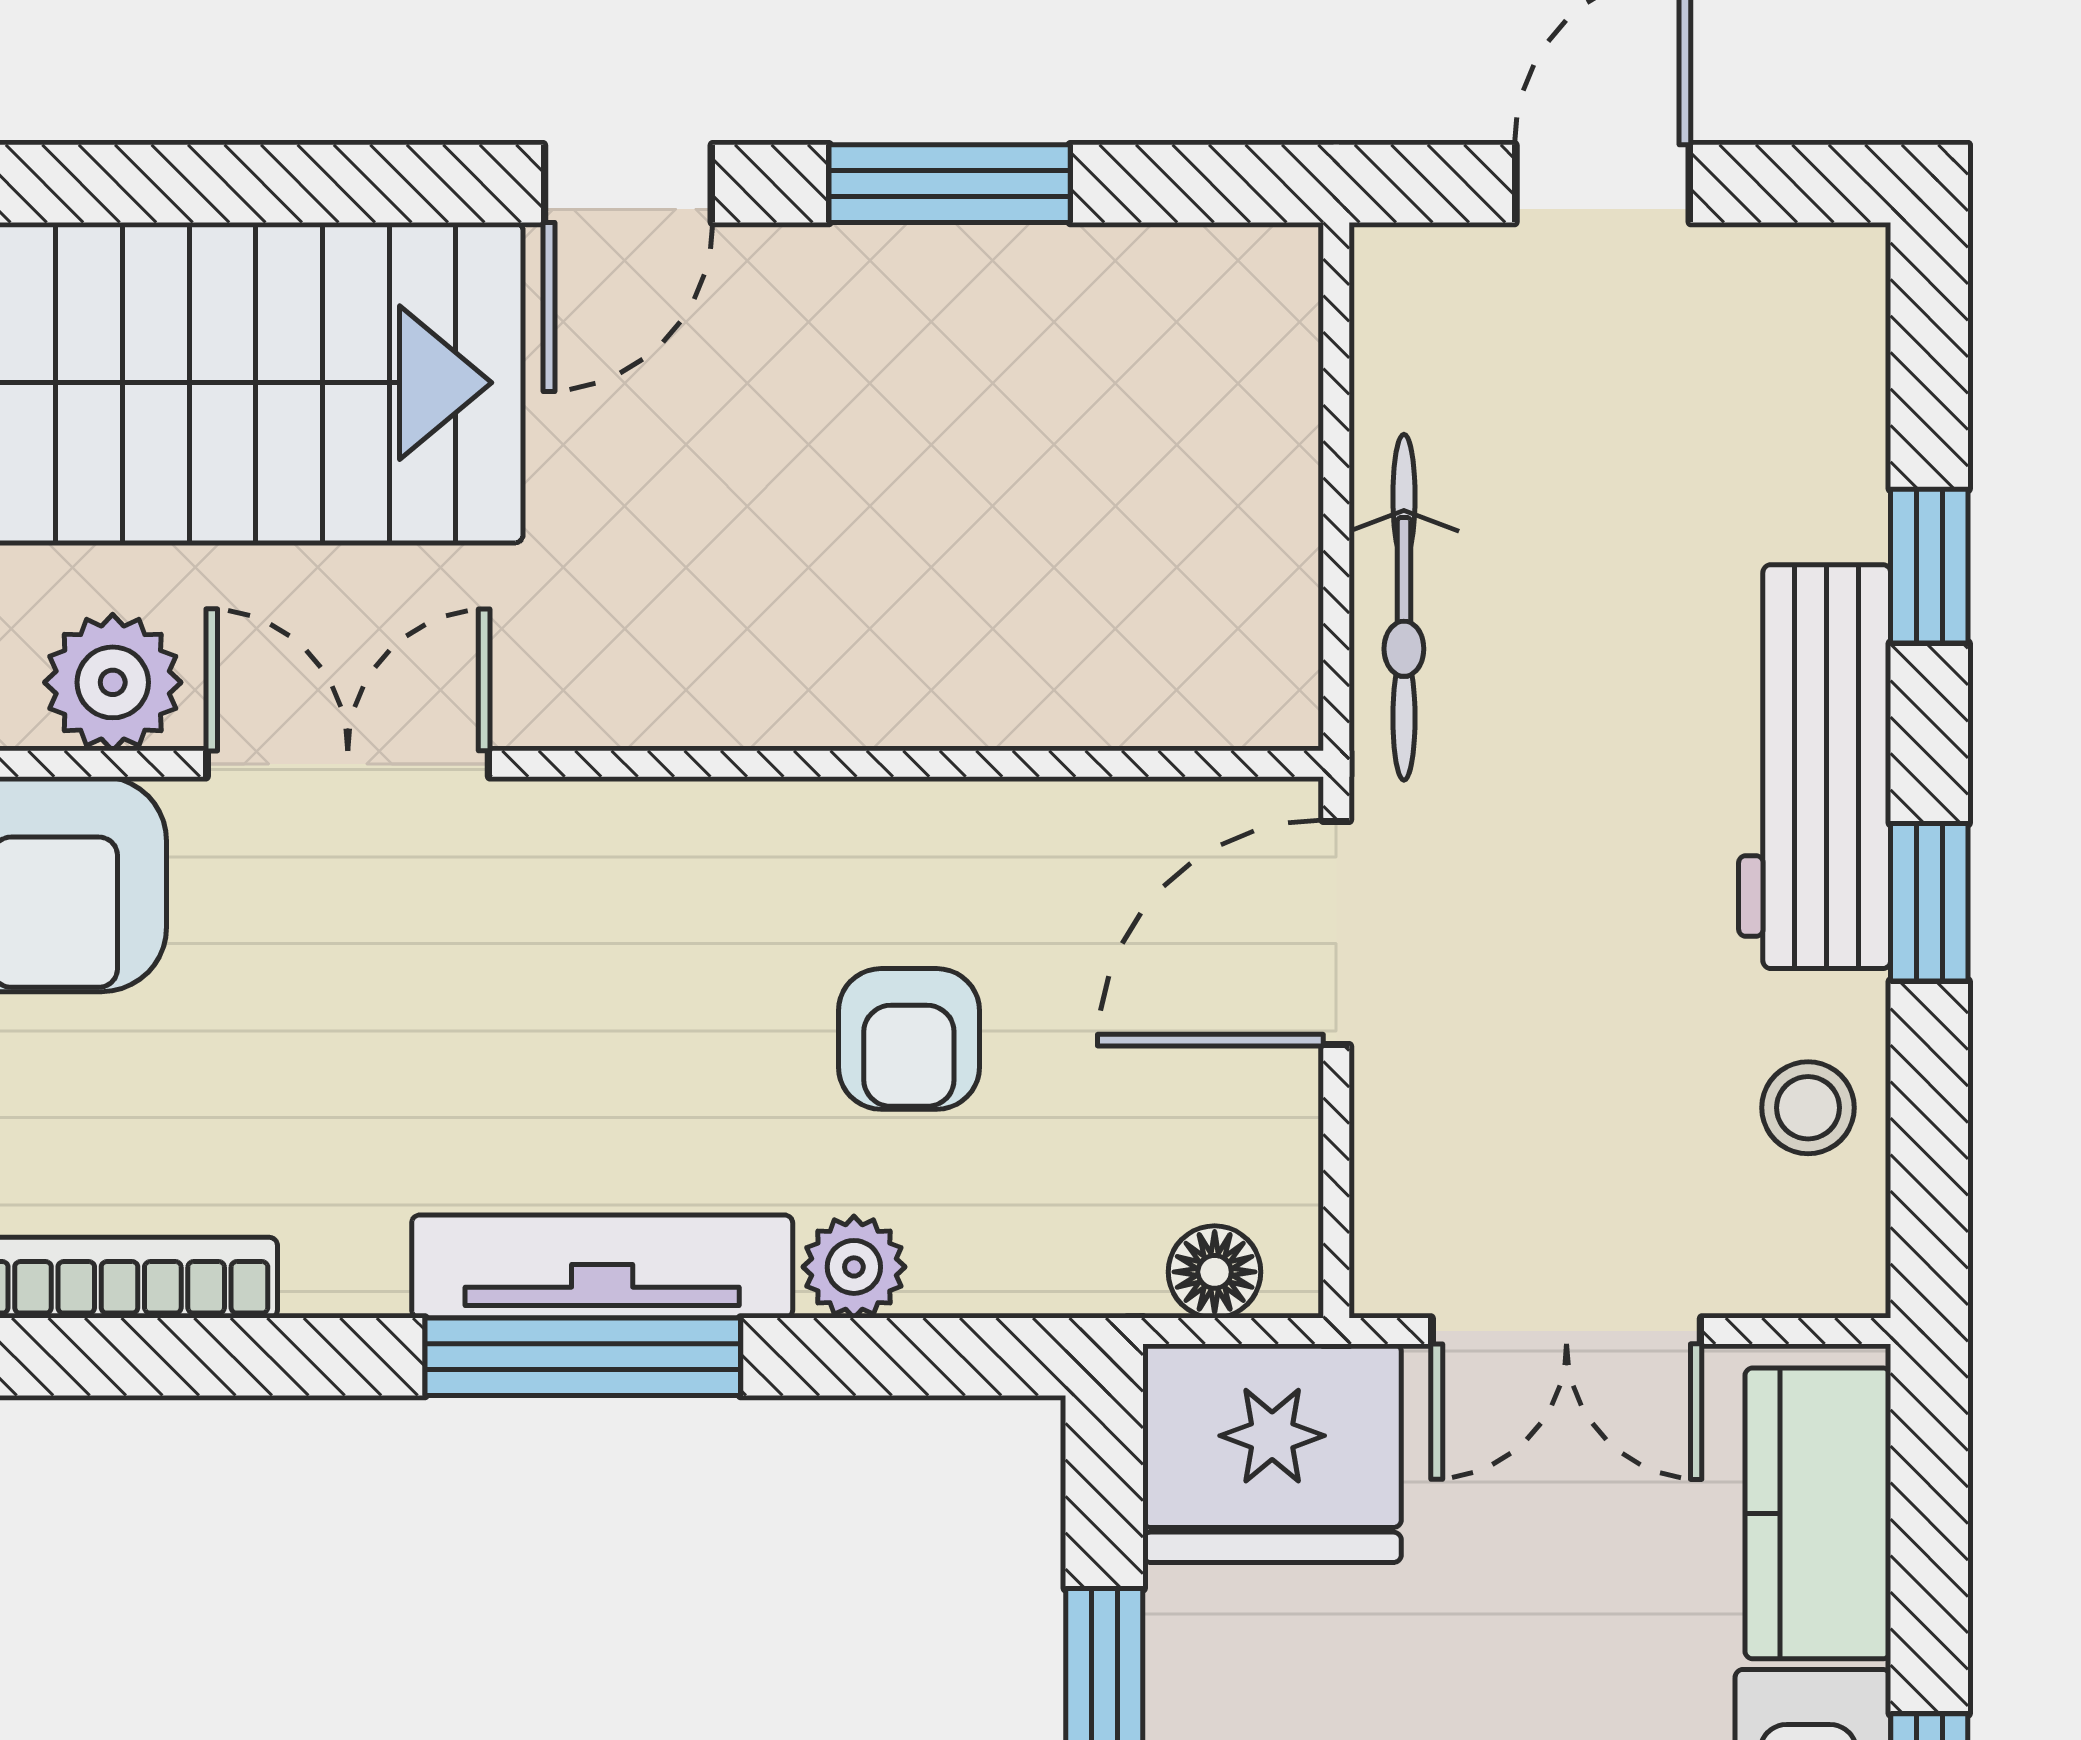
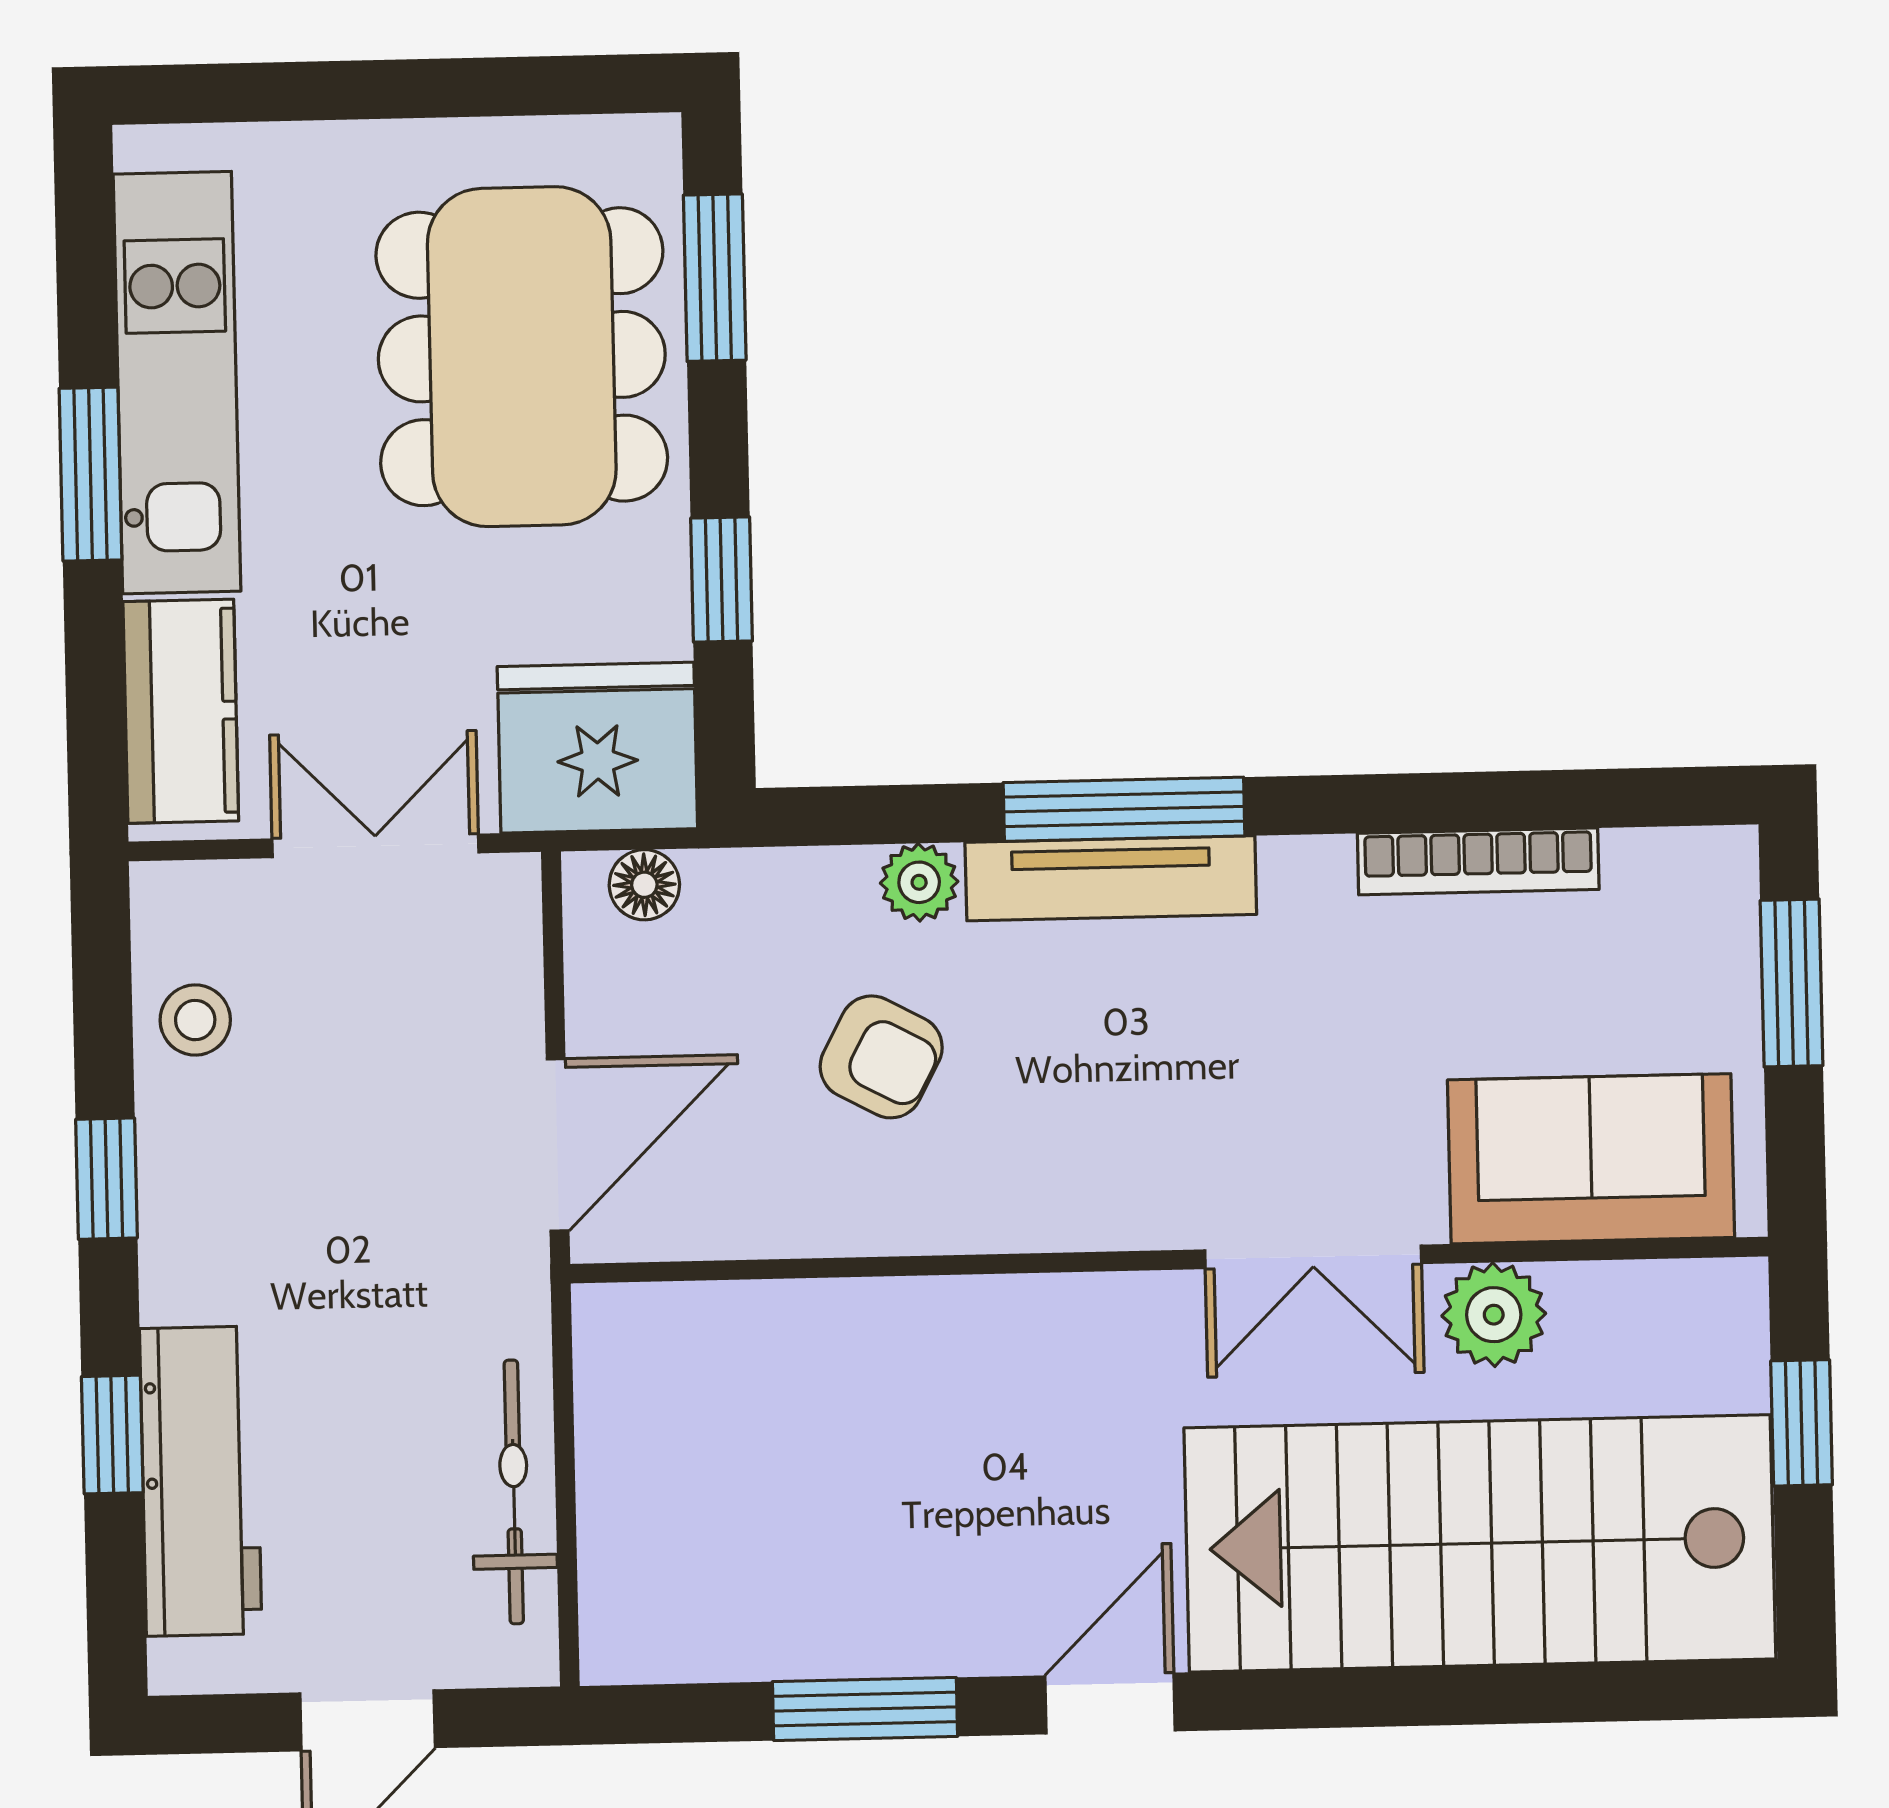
bicycle: (1404, 607) -> (514, 1492), moved
workbench: (1815, 767) -> (201, 1481), moved
armchair: (909, 1039) -> (881, 1057), turned 118

